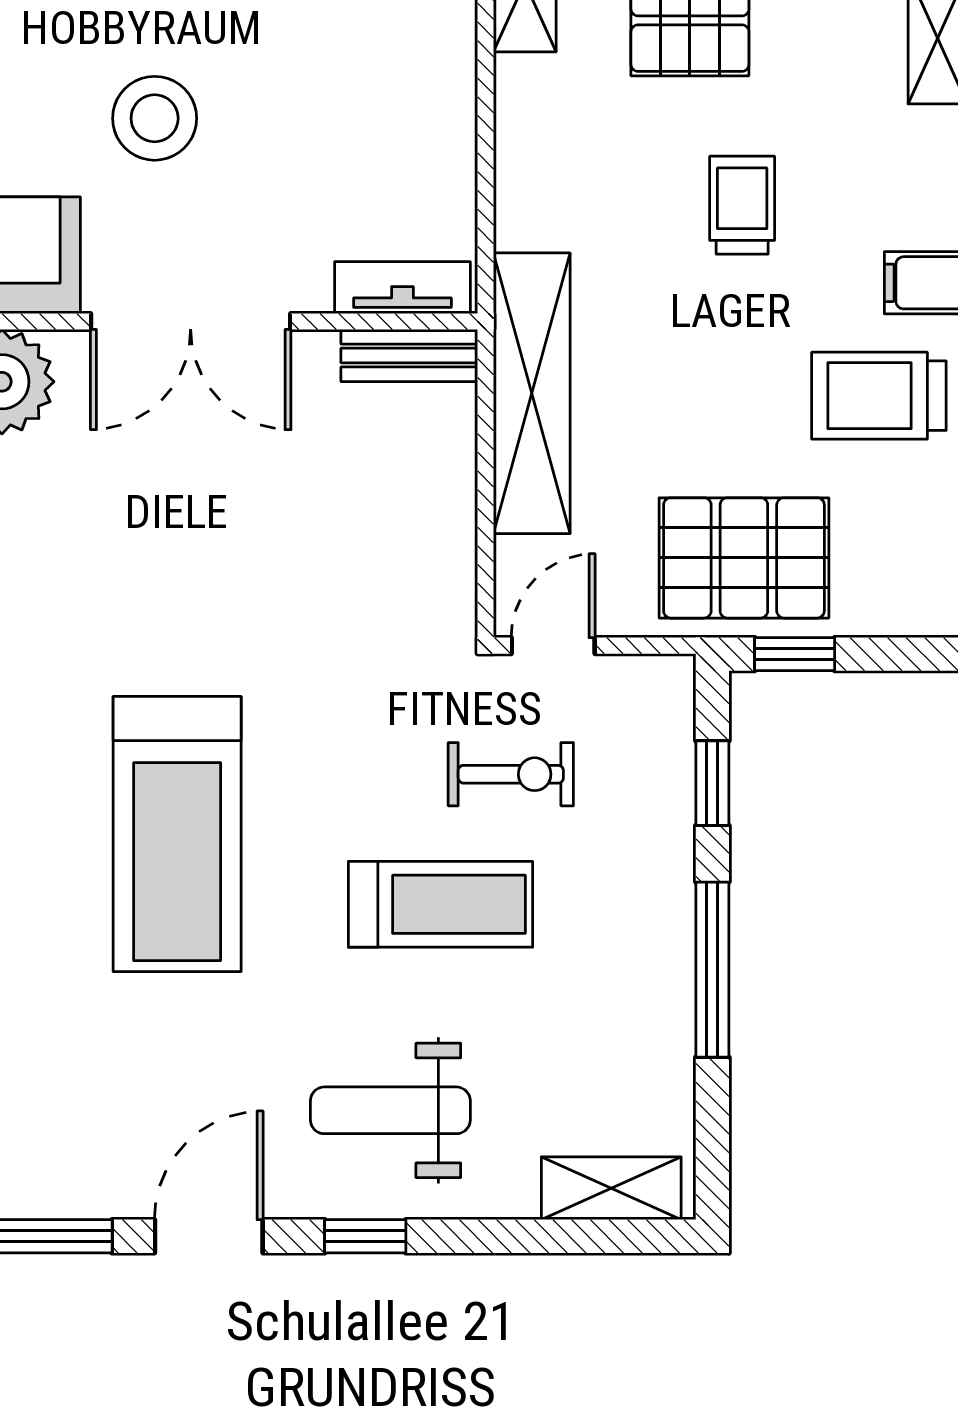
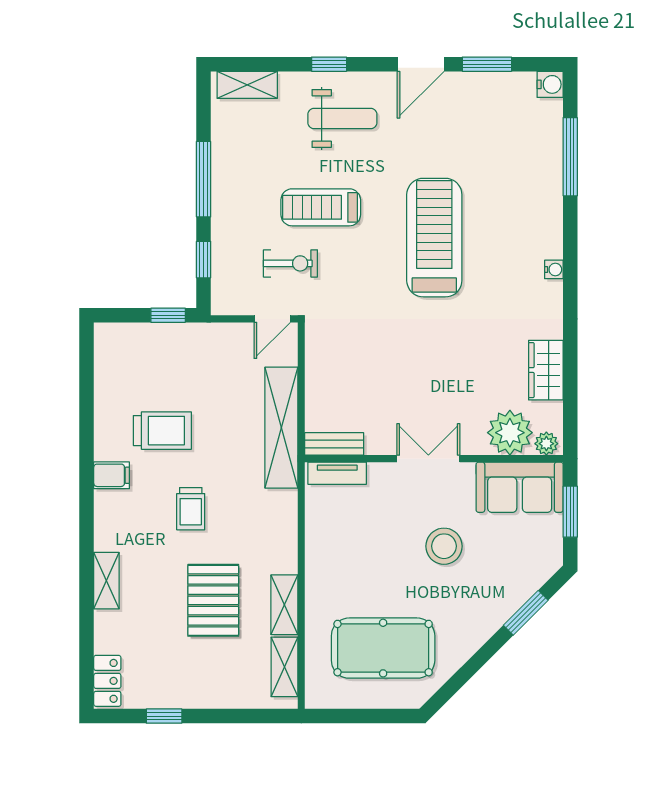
double door: (191, 321) -> (428, 459), width x0.73
trolley: (879, 396) -> (162, 431), moved
pallet: (744, 558) -> (190, 357), removed
exercise bike: (511, 774) -> (290, 263), turned 180
window: (365, 1236) -> (329, 64), moved

